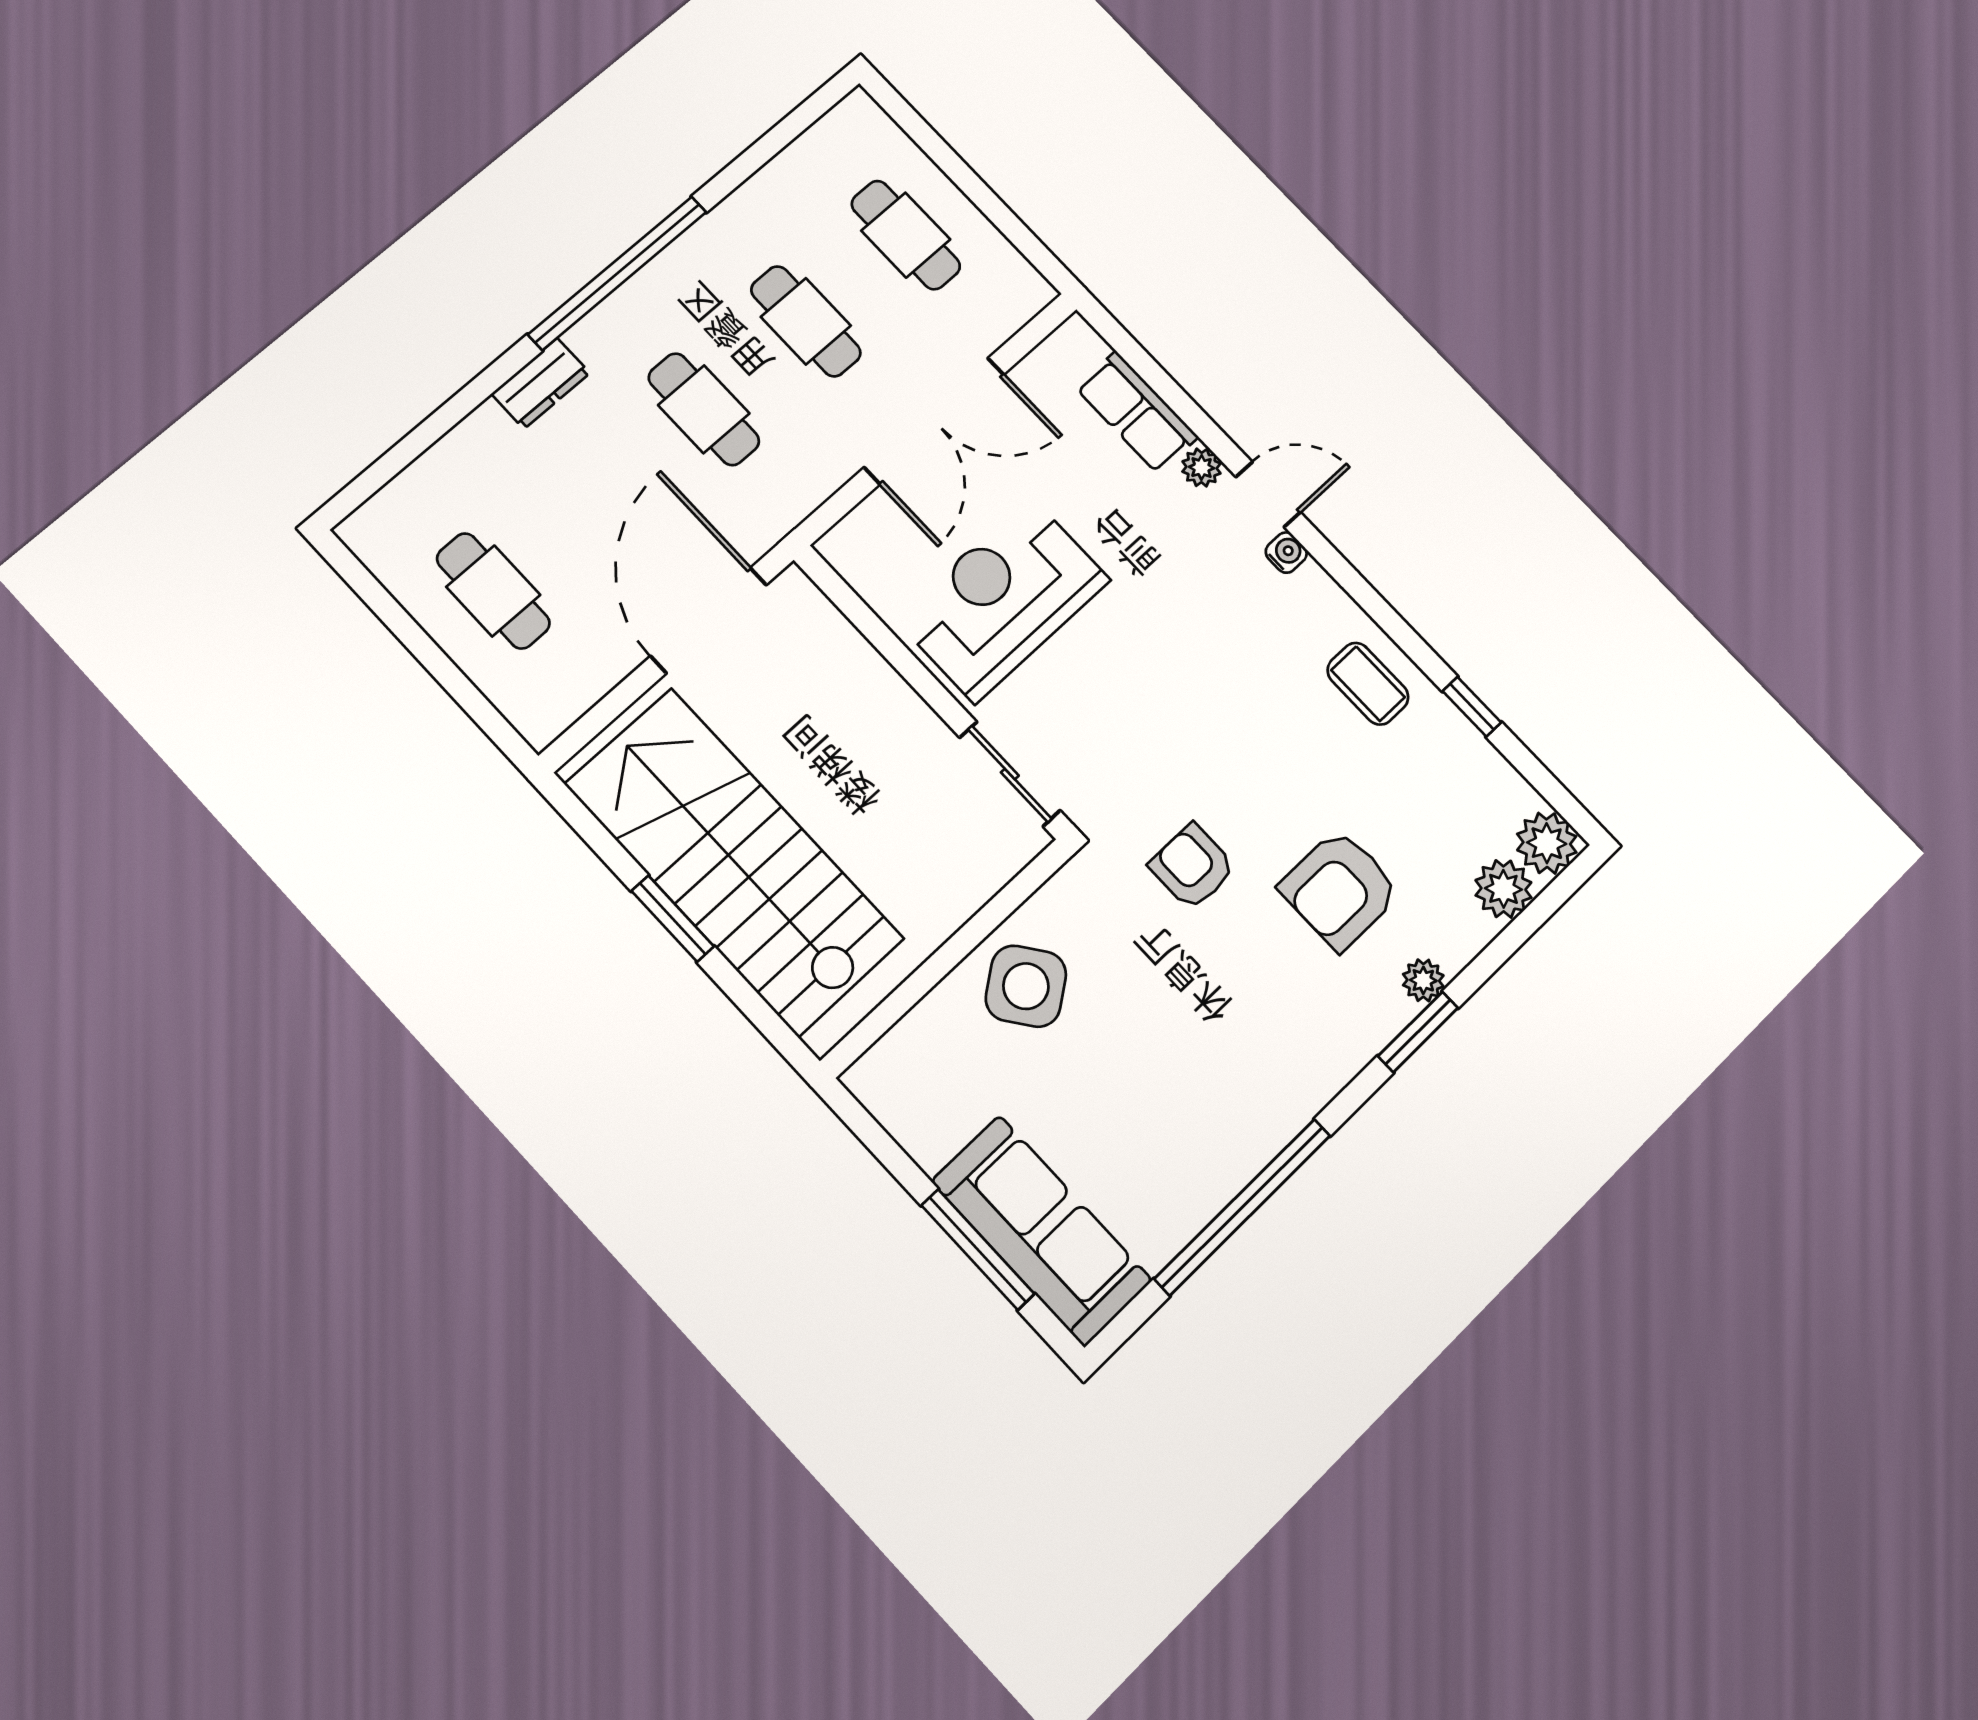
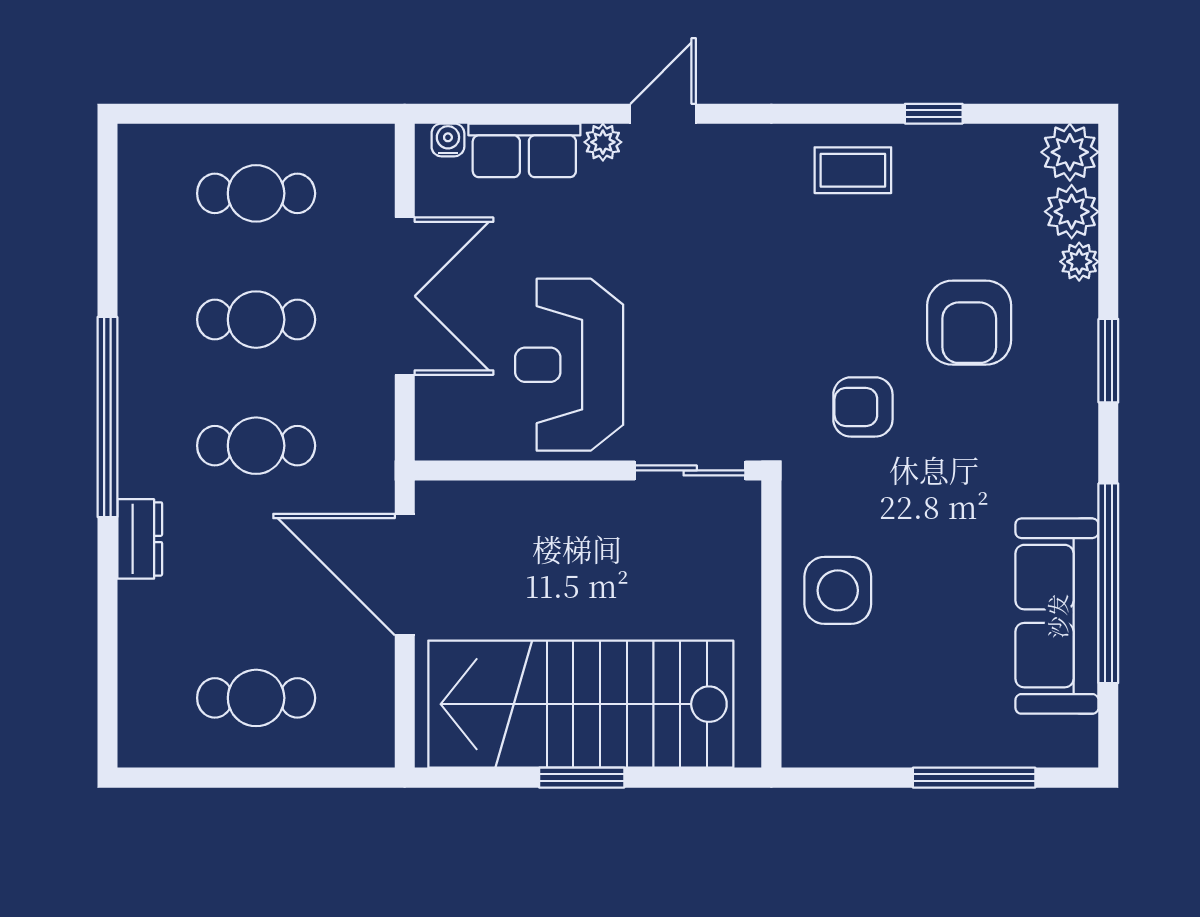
water cooler: (1286, 553) -> (448, 140), moved
plant: (1423, 980) -> (1079, 262), moved
side table: (1026, 986) -> (838, 590), turned 36
sofa: (1042, 1231) -> (1057, 616), moved, turned -90

